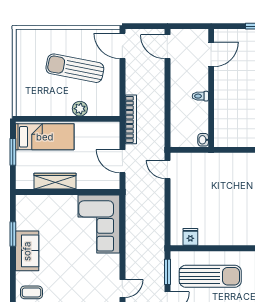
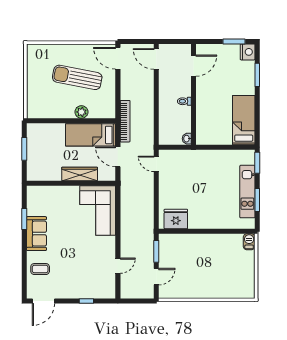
bed: (45, 137) -> (91, 135), moved, turned 180
wardrobe: (55, 181) -> (80, 174), moved
fridge: (190, 237) -> (176, 219), width x1.88, depth x1.34
sun lounger: (210, 276) -> (193, 255), removed

